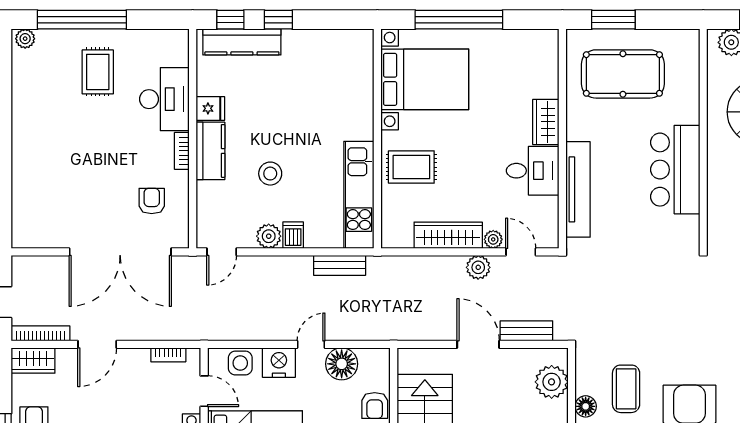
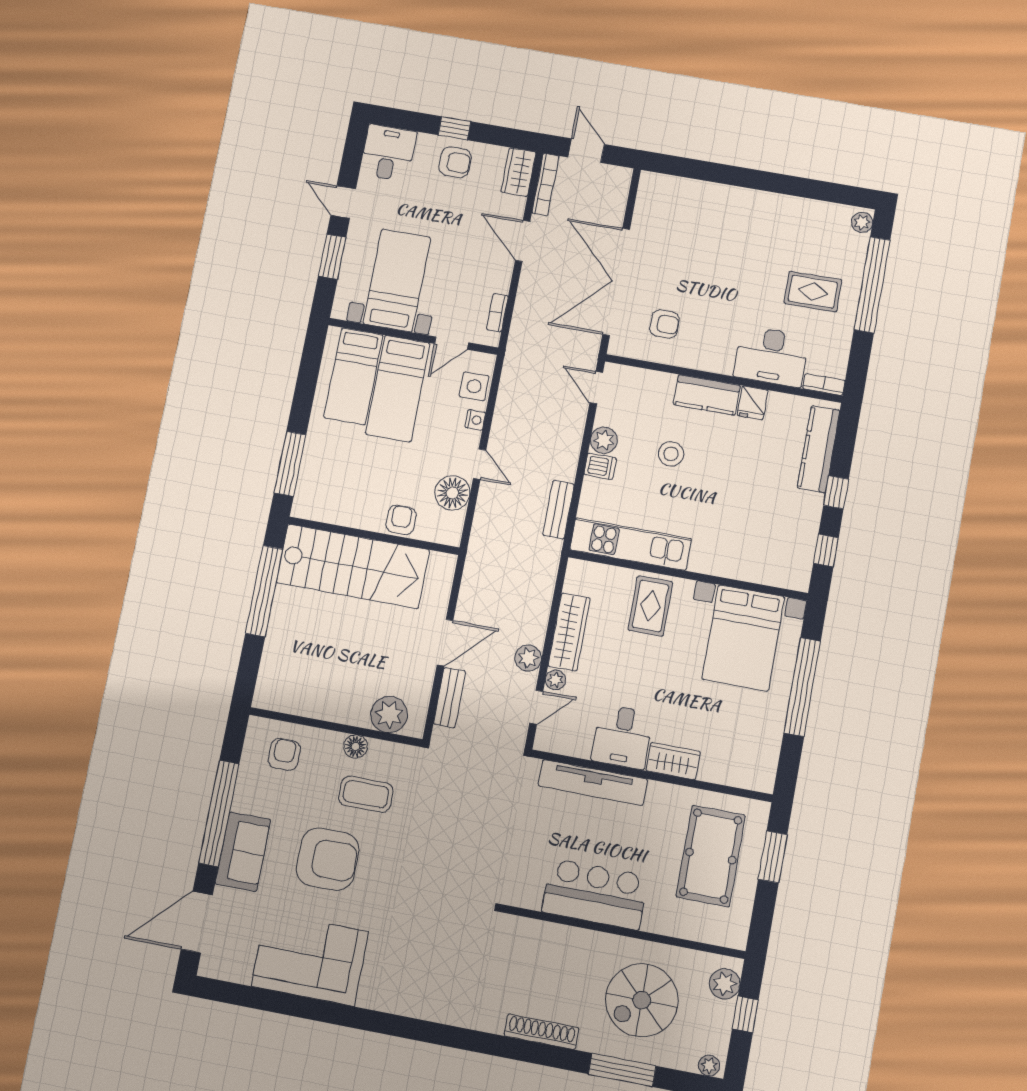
window: (230, 20) -> (826, 550), moved
bookcase: (182, 151) -> (824, 384), moved
nightstand: (279, 363) -> (475, 420), width x0.53, depth x0.56
armchair: (375, 406) -> (401, 520), turned 90

